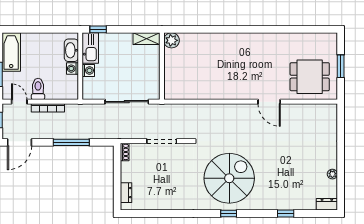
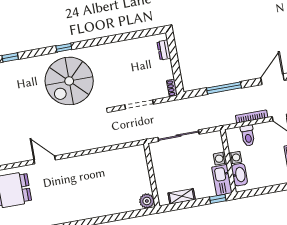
shelving: (146, 39) -> (182, 196), moved
toilet: (38, 89) -> (248, 136), moved

